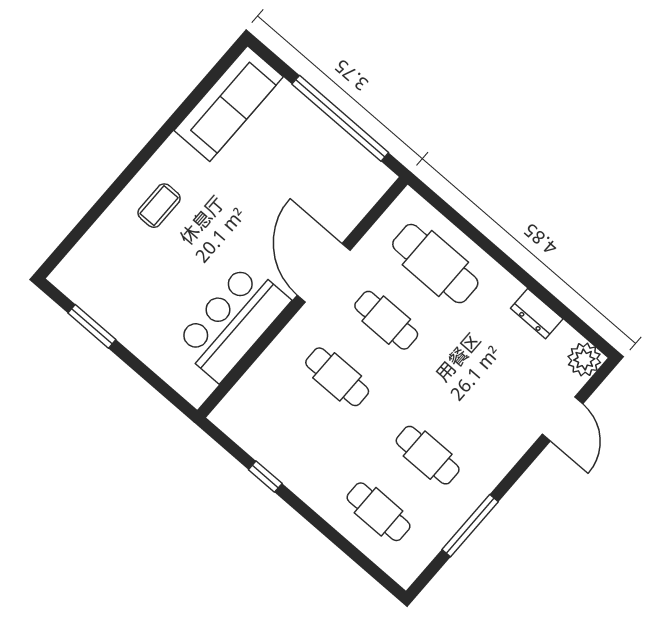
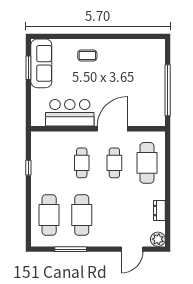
sofa: (229, 104) -> (41, 63), moved, turned -90
cafe table: (428, 455) -> (82, 215), width x1.37, depth x1.35
cafe table: (379, 512) -> (49, 215), width x1.37, depth x1.35

